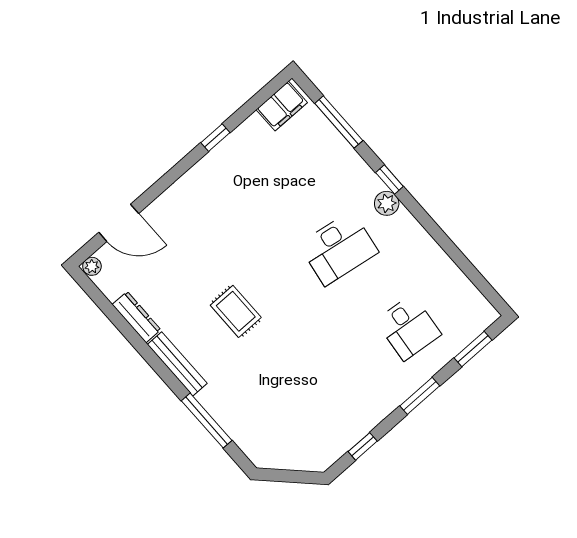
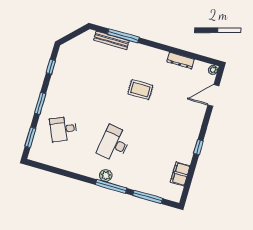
filing cabinet: (282, 106) -> (180, 174), moved
window: (215, 138) -> (198, 147), moved
window: (389, 179) -> (111, 186), width x2.17
desk: (408, 328) -> (63, 129), turned -30
bench: (177, 364) -> (111, 40), moved

